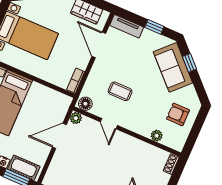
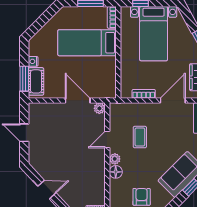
bookcase: (76, 81) -> (144, 94), moved
floor lamp: (85, 104) -> (116, 172), moved
plant: (157, 136) -> (115, 159), moved

